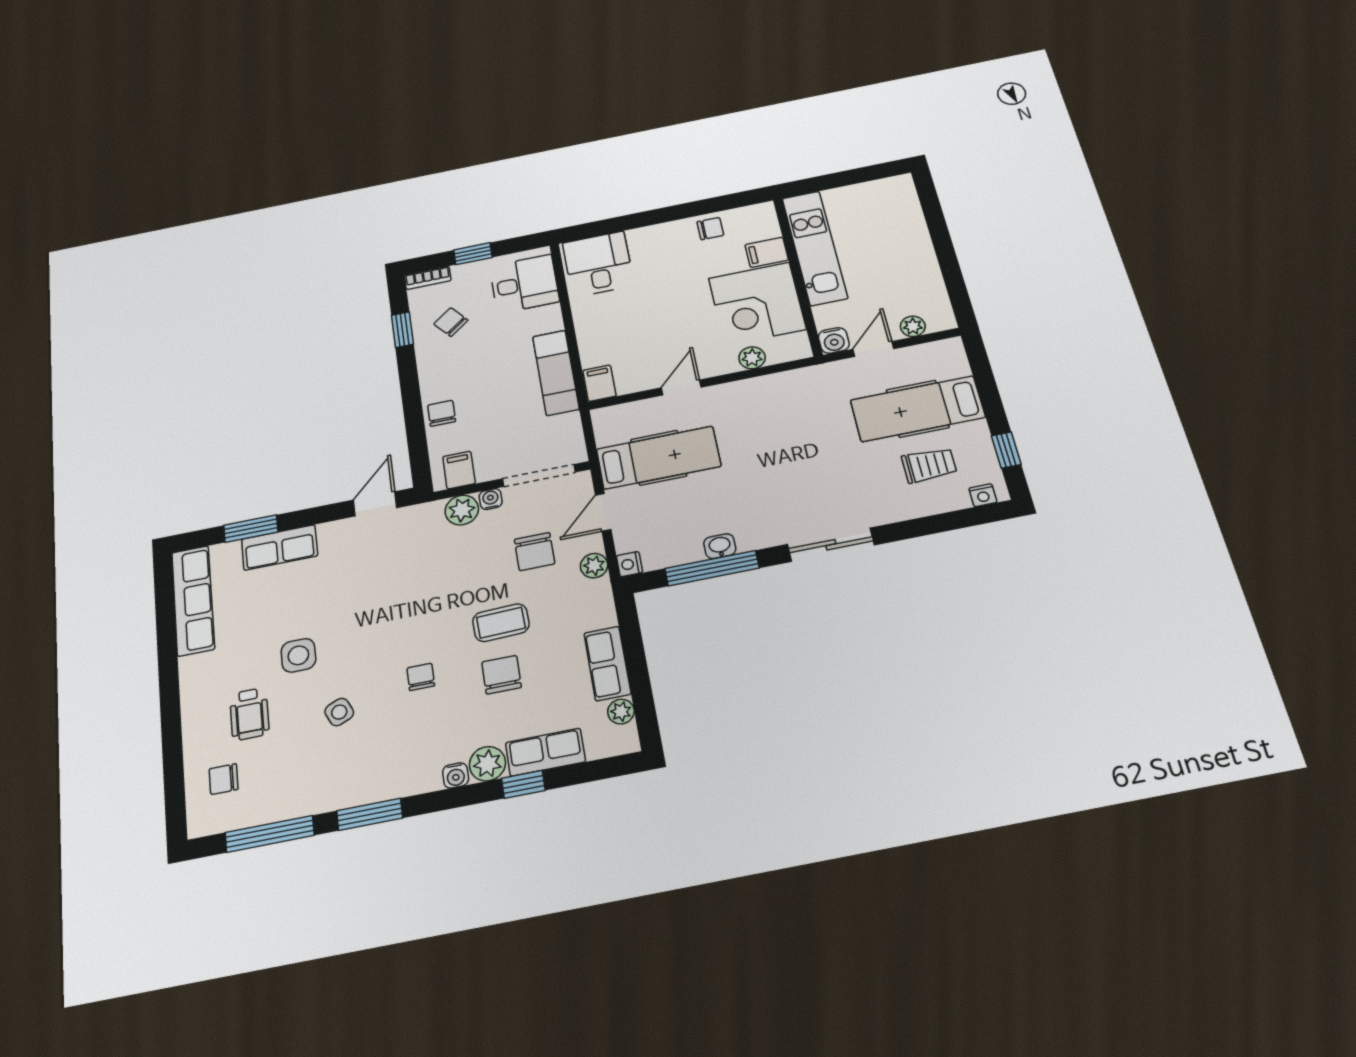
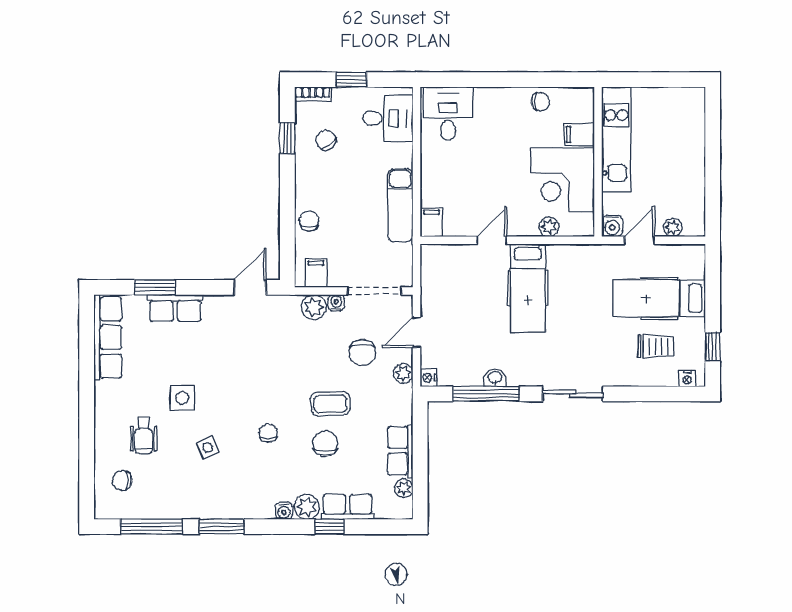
hospital bed: (659, 458) -> (528, 288), moved, turned 90

